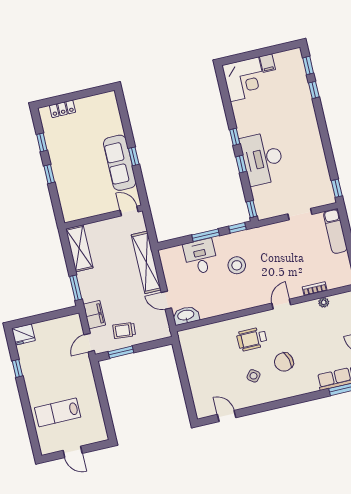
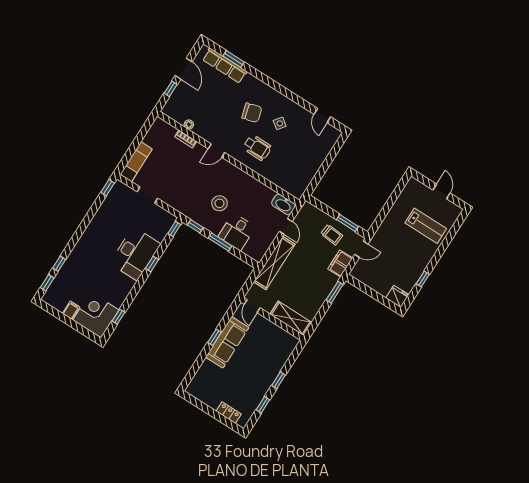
window: (235, 137) -> (118, 317), moved
shelving: (79, 248) -> (291, 318), moved, turned 90

